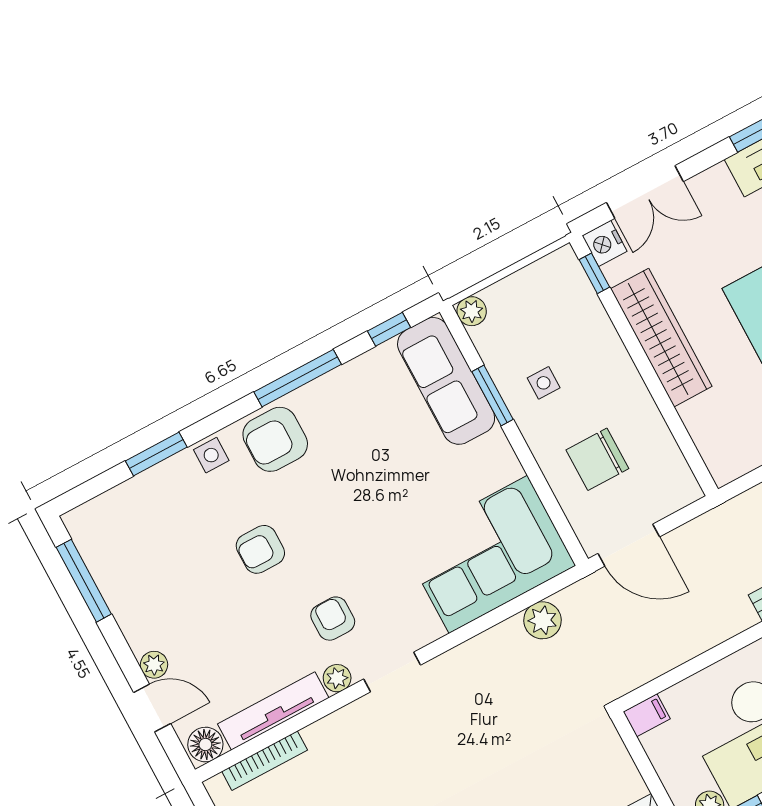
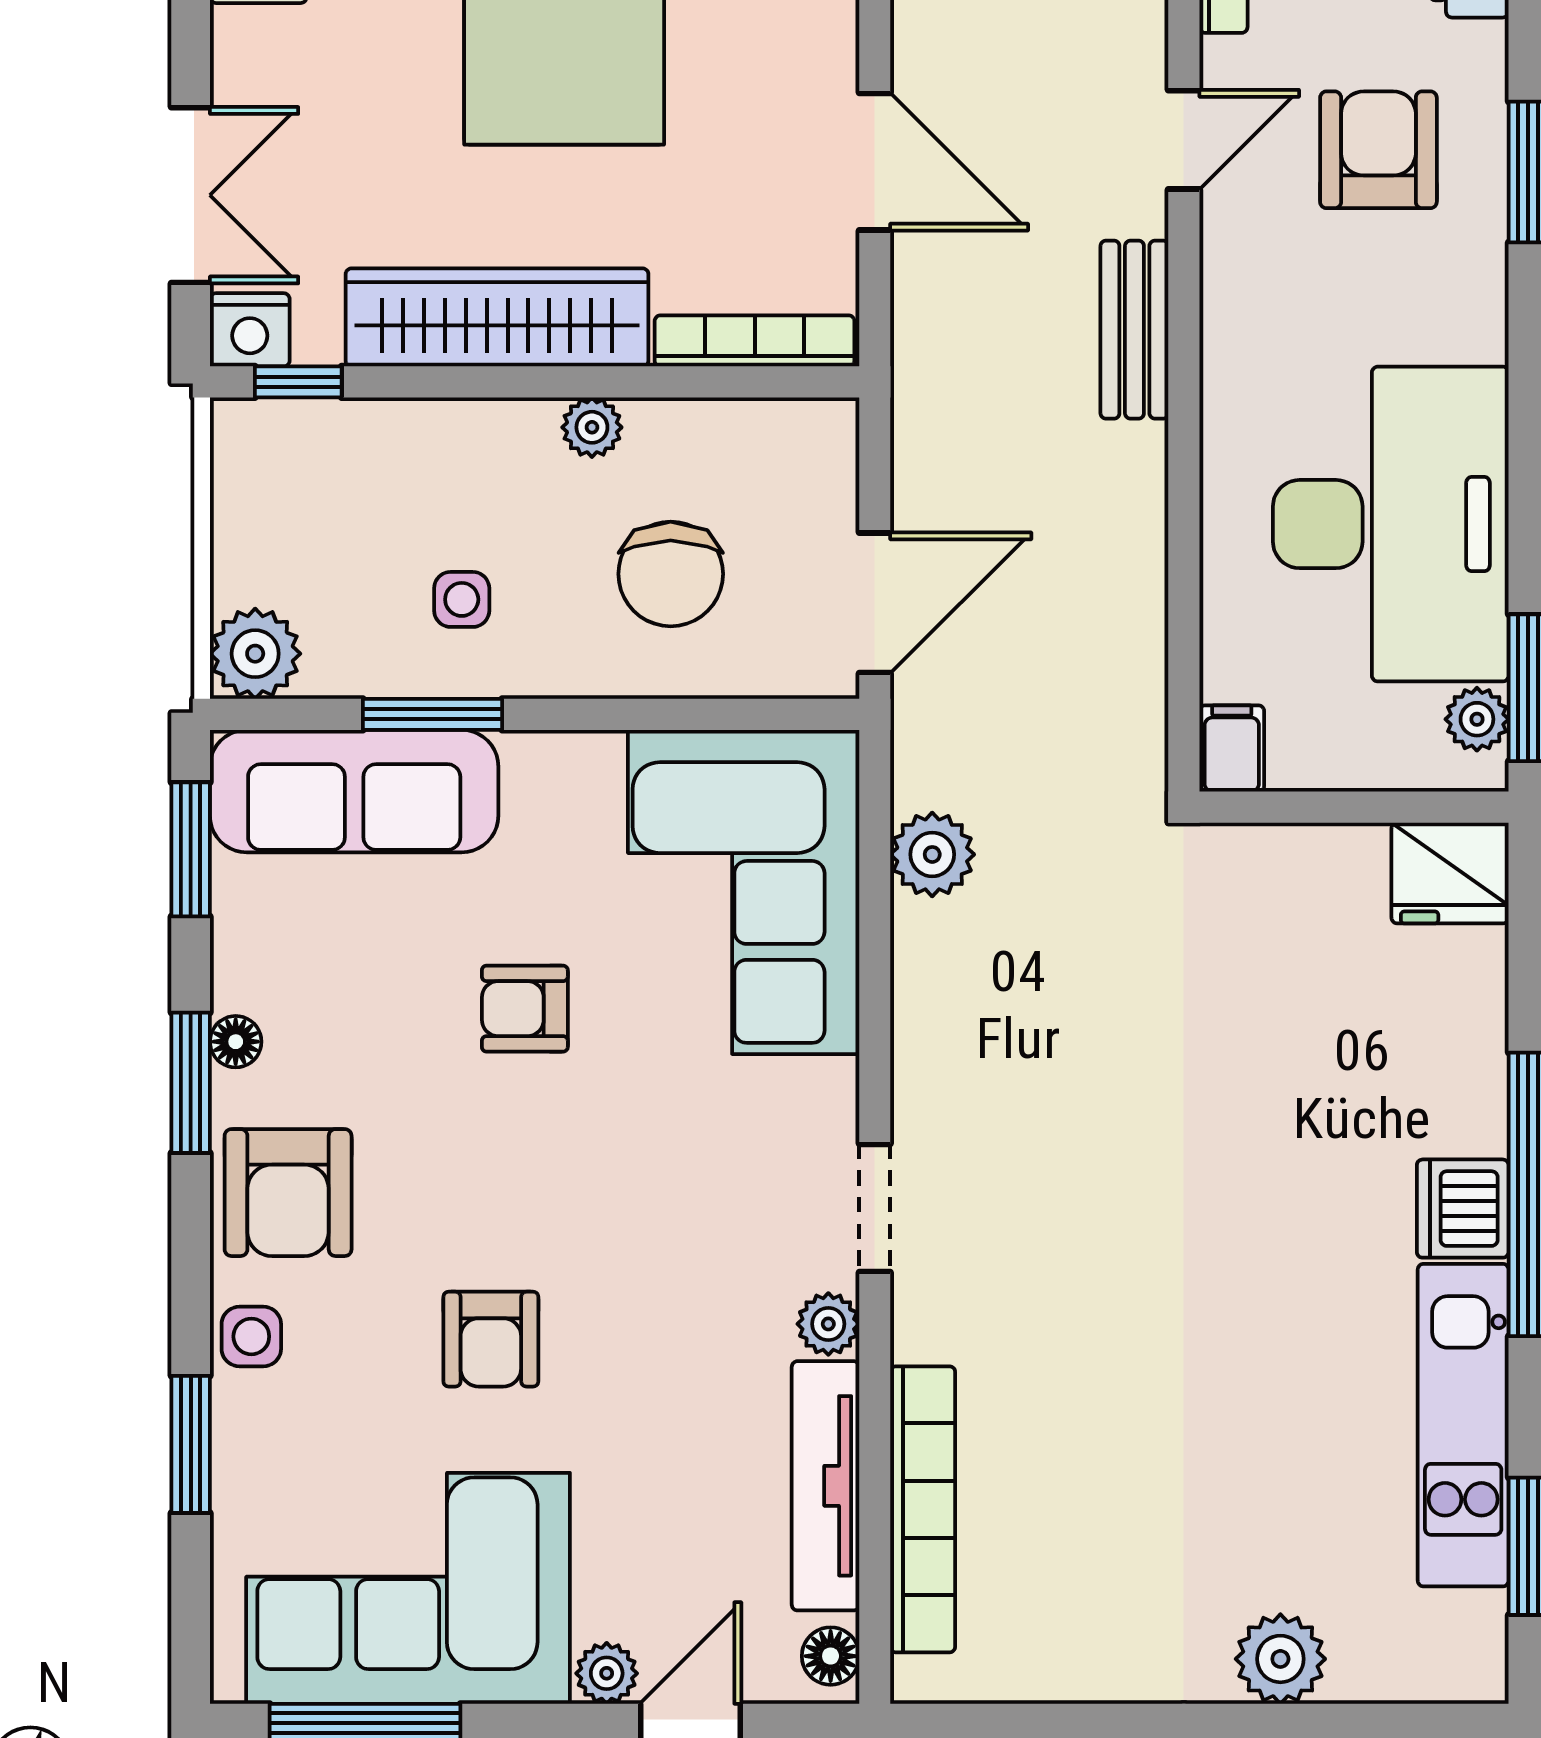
plant: (472, 311) -> (255, 654), width x1.38, depth x1.38
window: (389, 329) -> (191, 849), width x1.50
window: (298, 378) -> (191, 1083), width x0.69
floor lamp: (323, 387) -> (236, 1042), added
plant: (638, 398) -> (592, 427), added
bookcase: (706, 443) -> (755, 341), added
corner sofa: (146, 569) -> (408, 1588), added
armchair: (333, 619) -> (525, 1009), moved
floor lamp: (205, 745) -> (831, 1656), width x0.73, depth x0.73
bookcase: (265, 761) -> (923, 1509), width x1.48, depth x1.31

